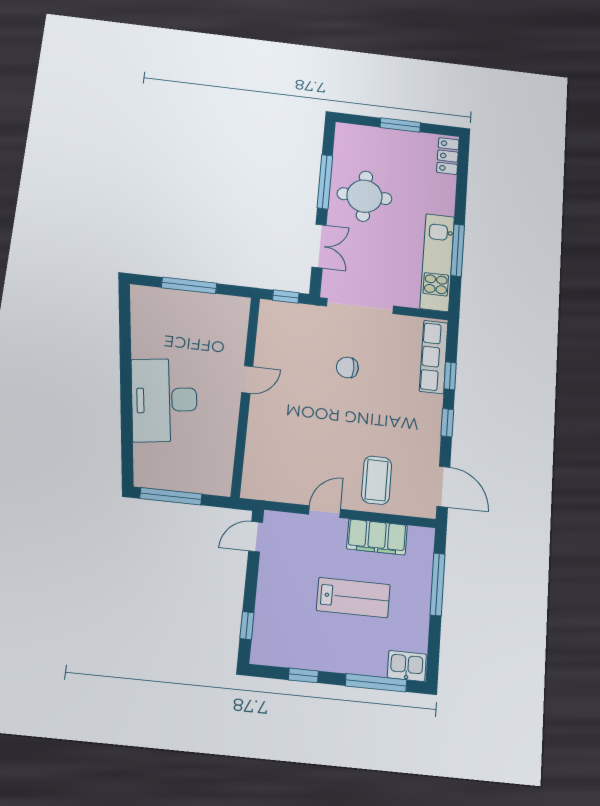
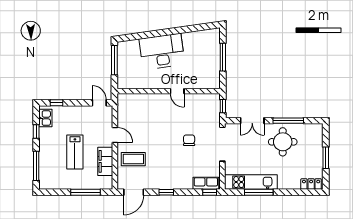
row of seats: (434, 357) -> (206, 183), width x0.68
window: (450, 376) -> (210, 192), moved
kitchen sink: (407, 666) -> (45, 118), moved

